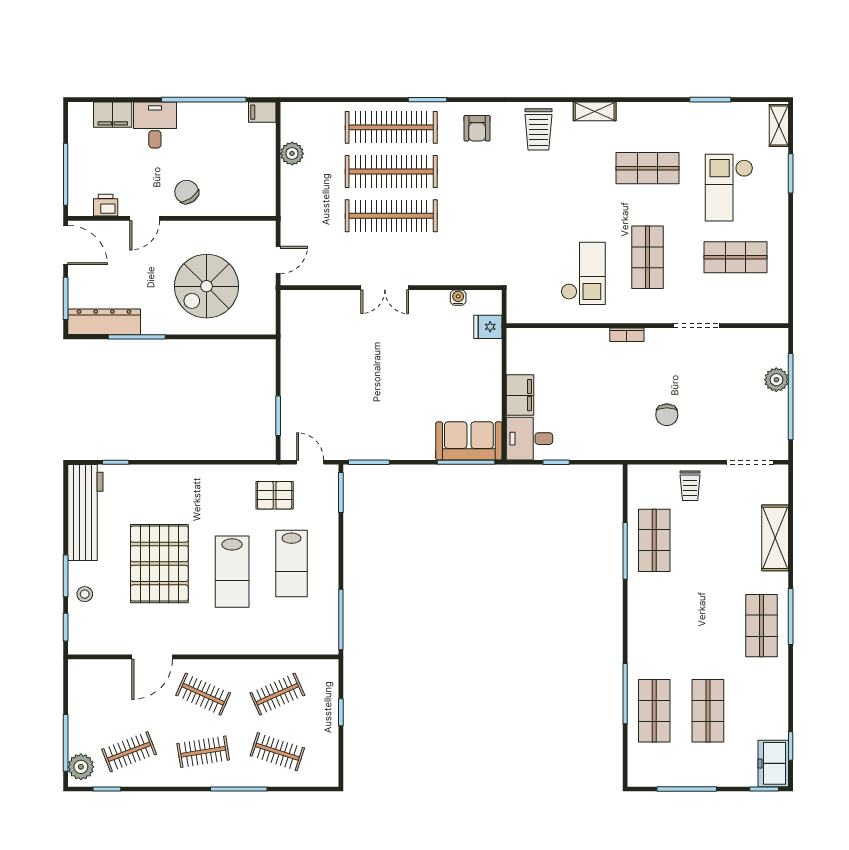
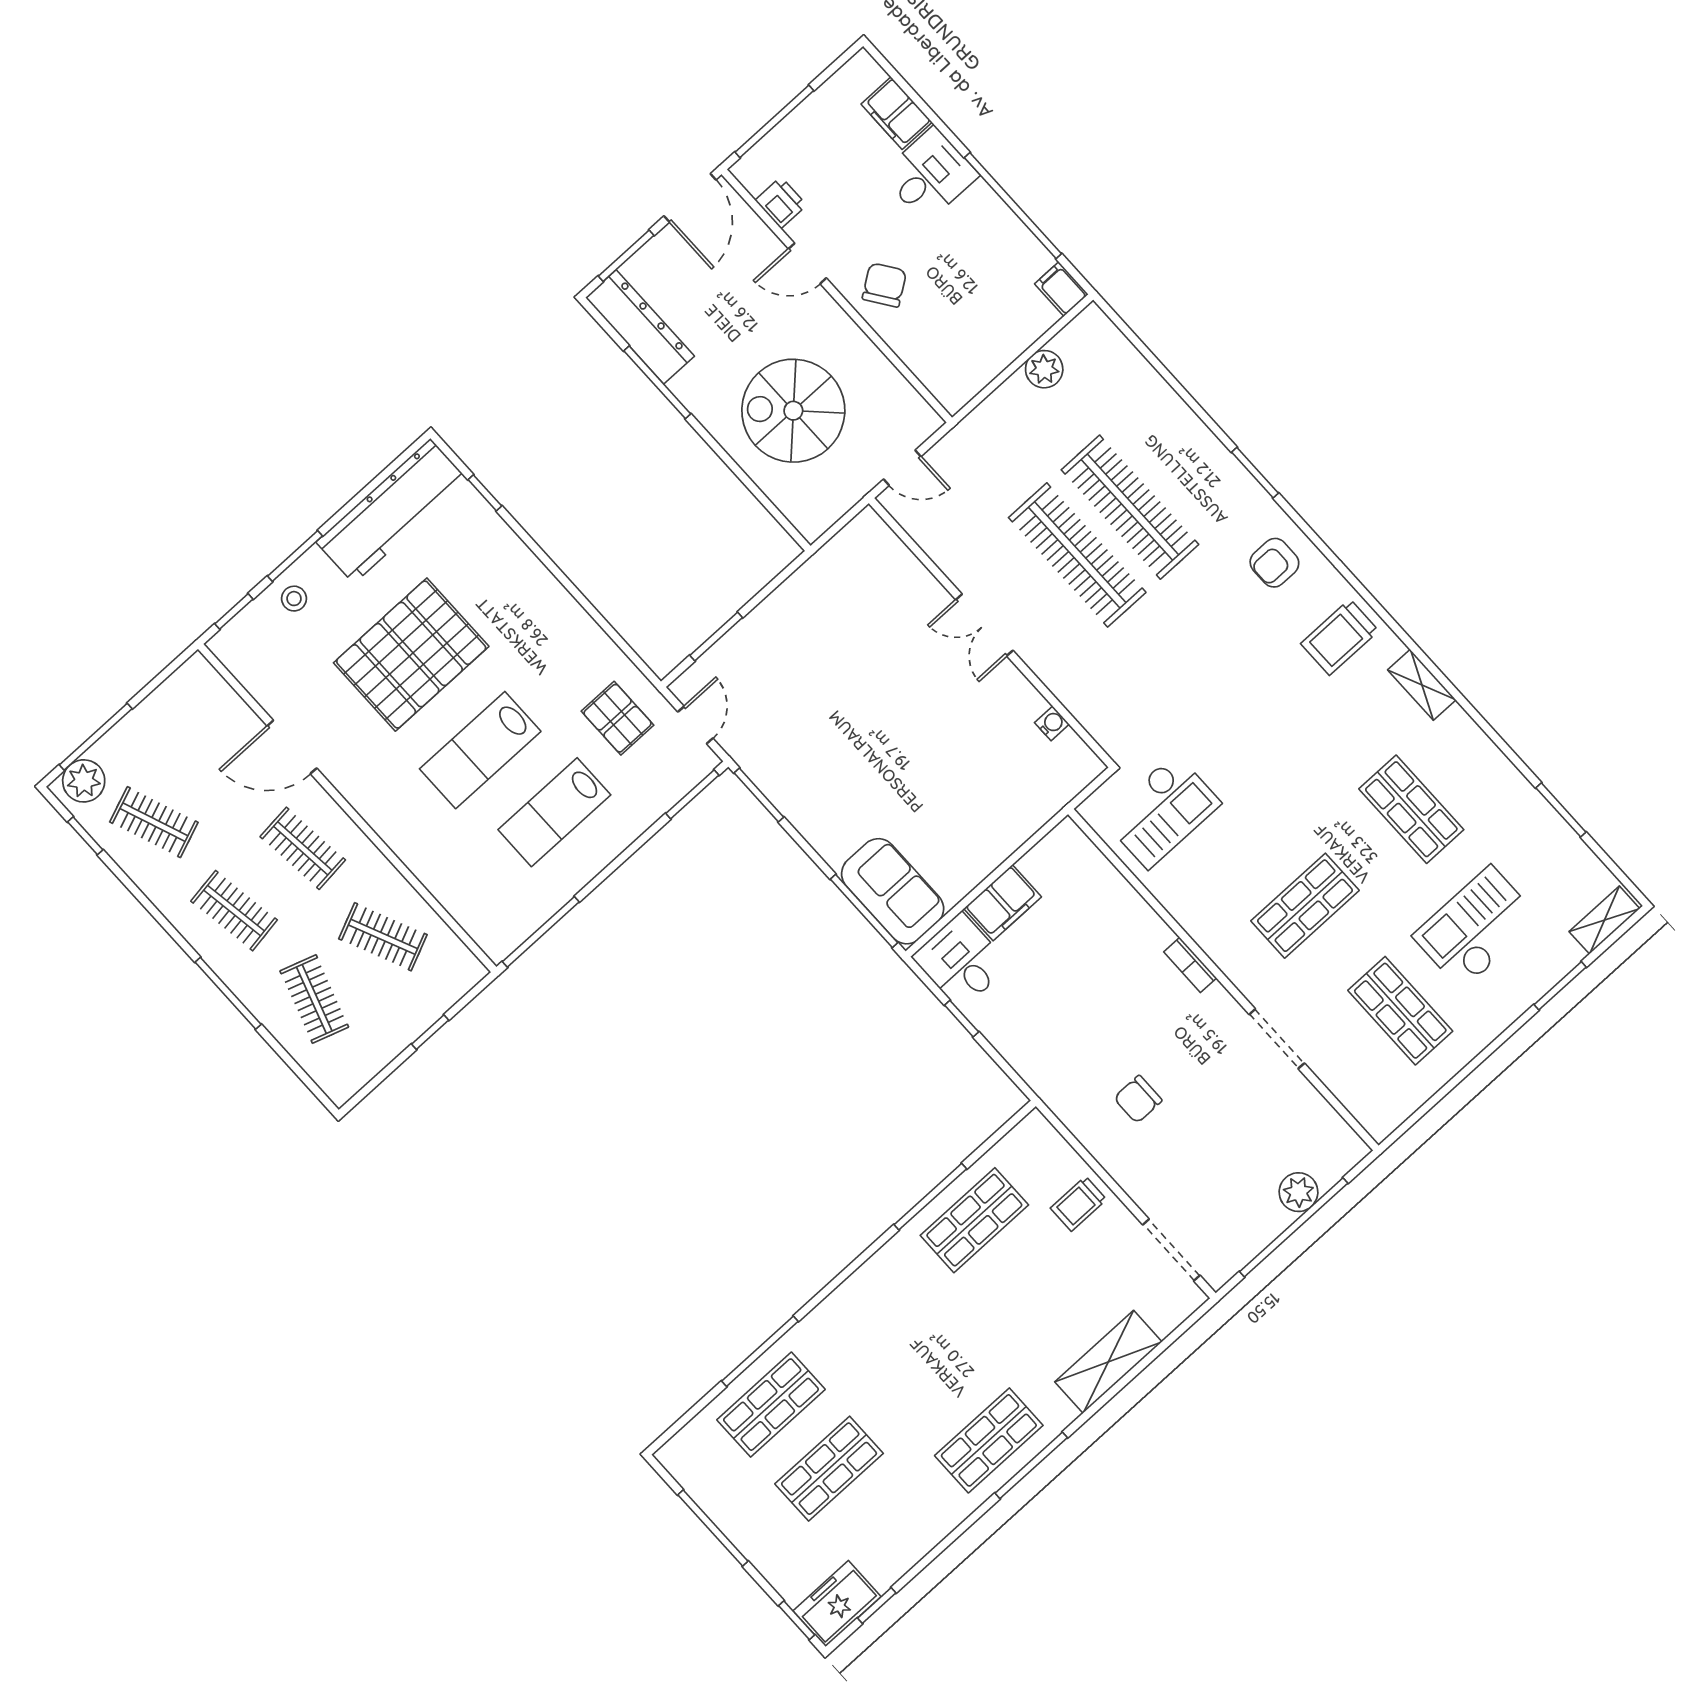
clothes rail: (391, 127) -> (1183, 459), removed
checkout: (583, 273) -> (1162, 811), moved
fridge: (488, 327) -> (1049, 791), removed
clothes rail: (203, 694) -> (303, 848), turned -30

